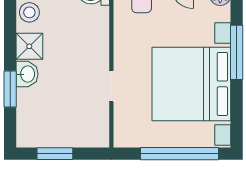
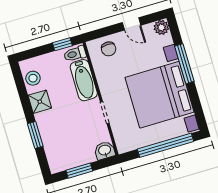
bathtub: (96, 35) -> (84, 80), added
washbasin: (27, 74) -> (105, 150), moved, turned -90

